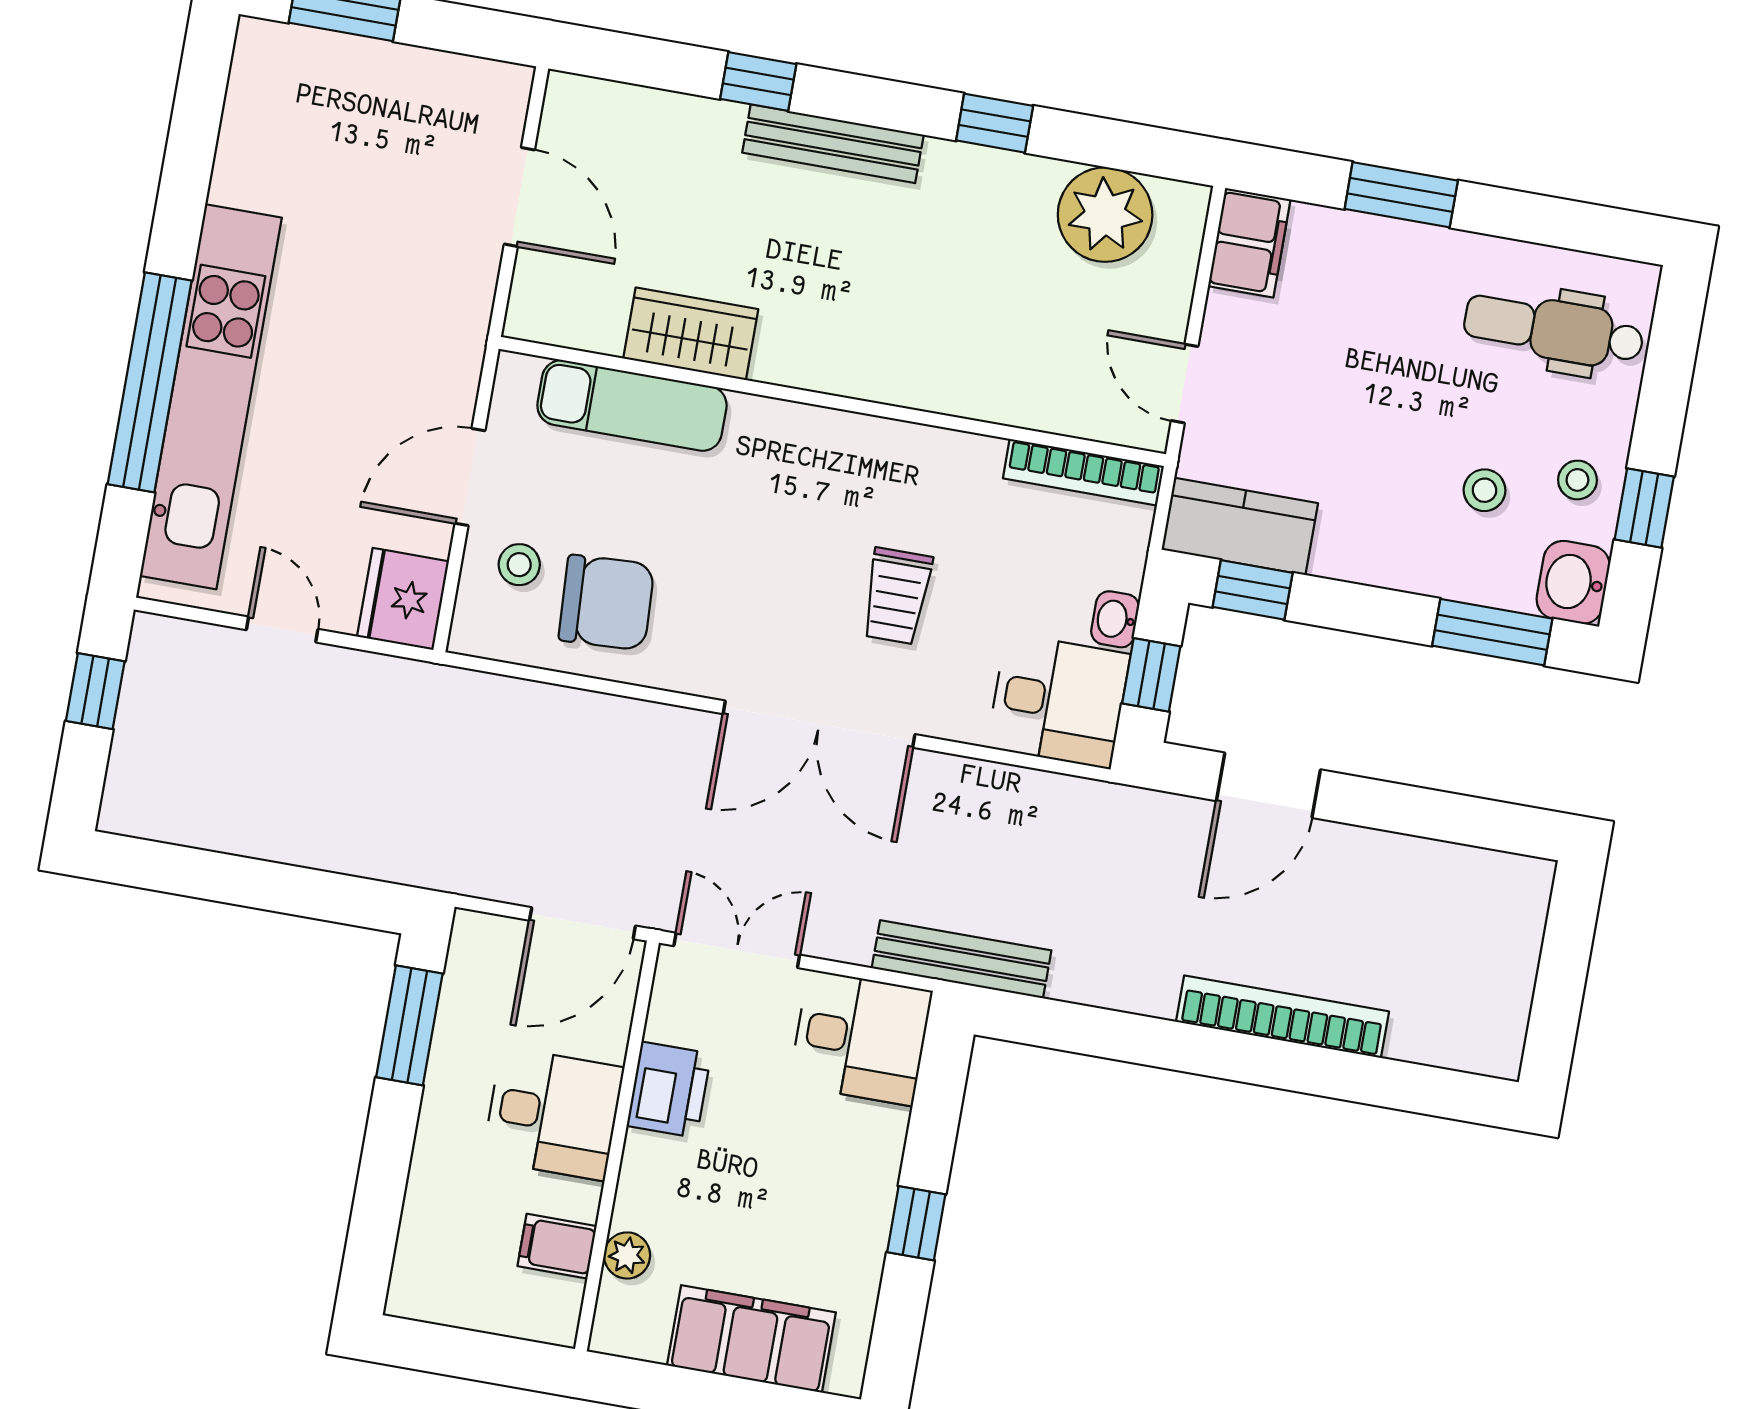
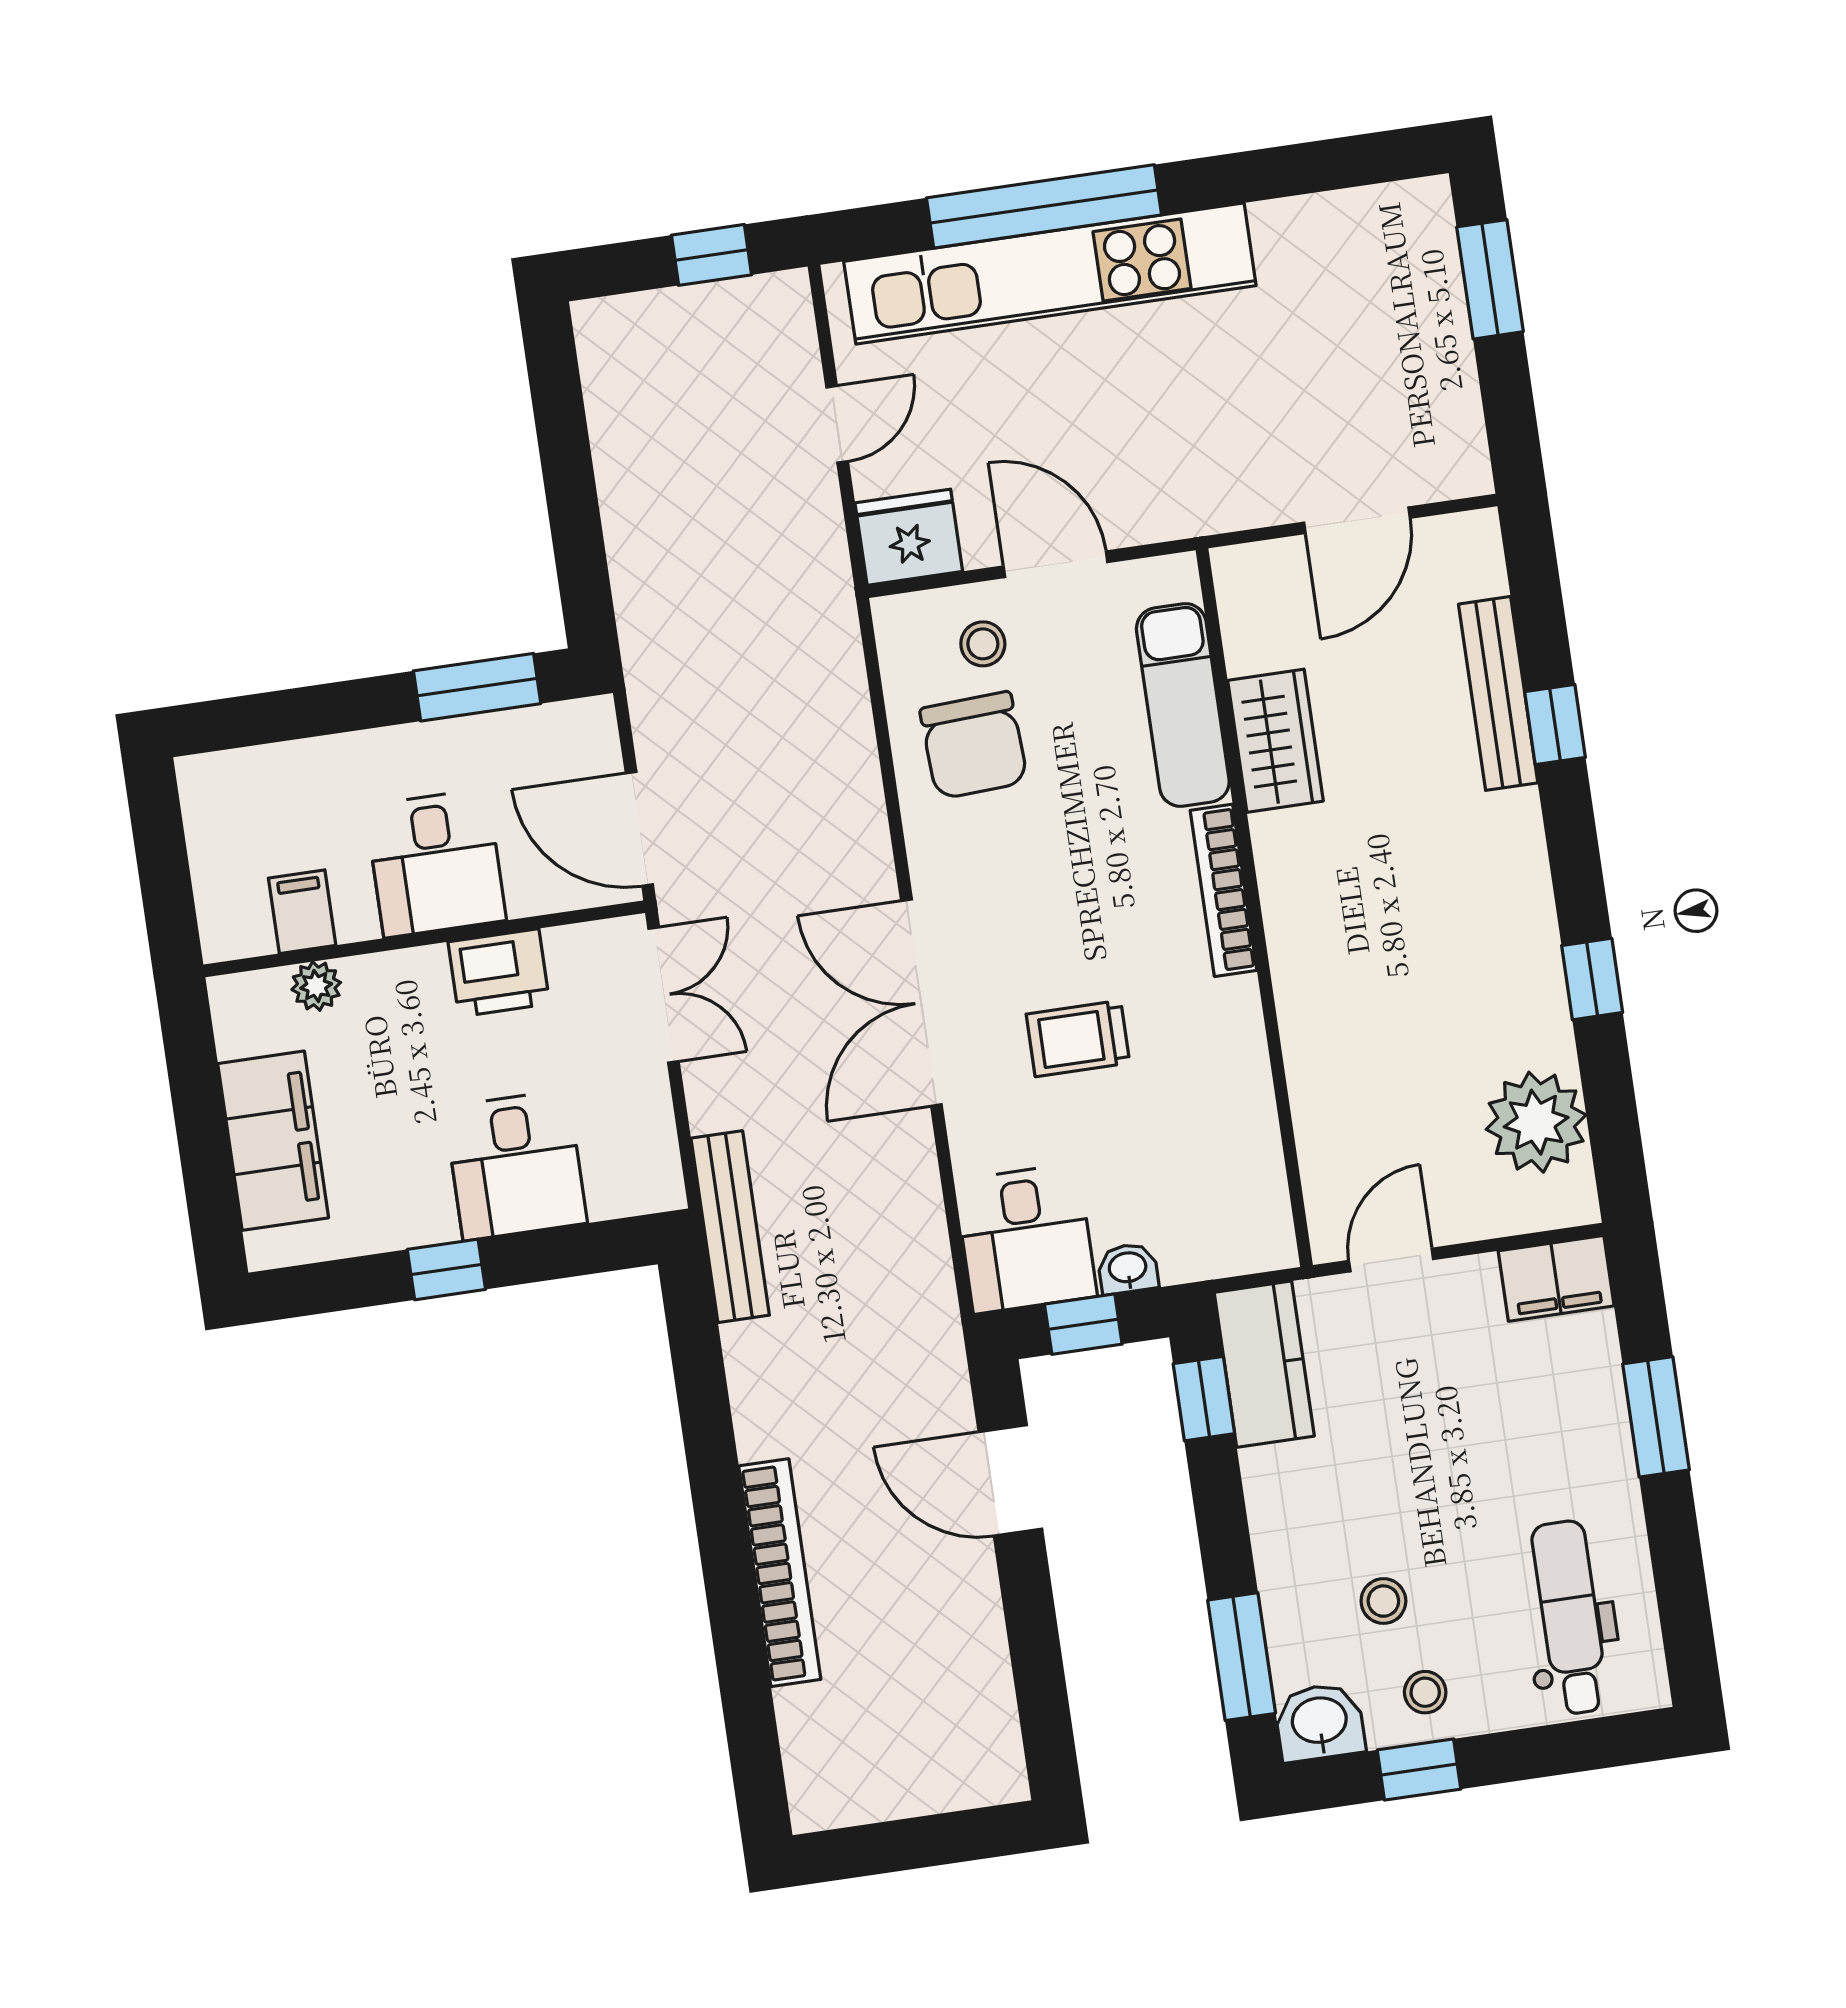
bench: (833, 144) -> (1498, 693), moved
bookcase: (1083, 472) -> (1224, 890), moved
desk: (861, 1038) -> (516, 1165), moved

